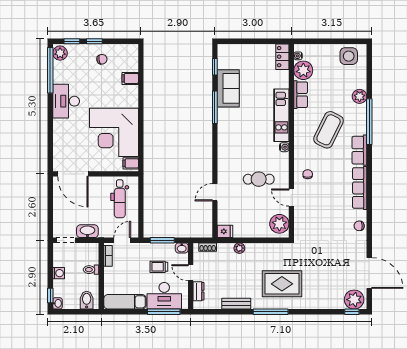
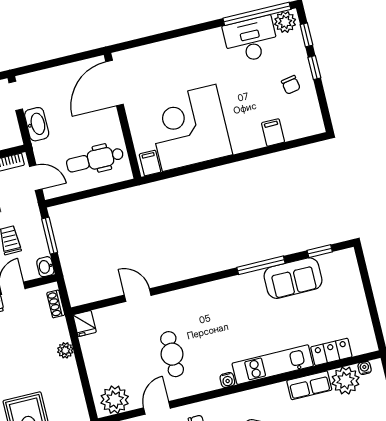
locker: (282, 57) -> (331, 352), moved
desk: (66, 101) -> (251, 40), moved

